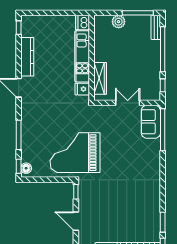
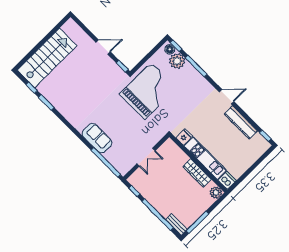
plant: (119, 22) -> (216, 193), moved
wardrobe: (100, 78) -> (197, 173), moved
sofa: (151, 122) -> (97, 138), moved
plant: (29, 153) -> (177, 61), added

